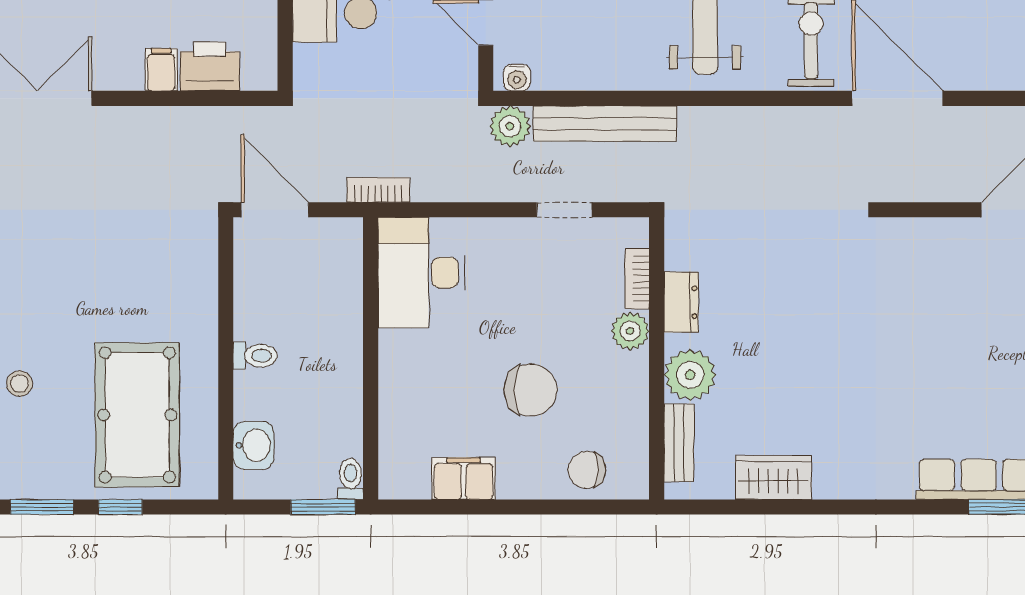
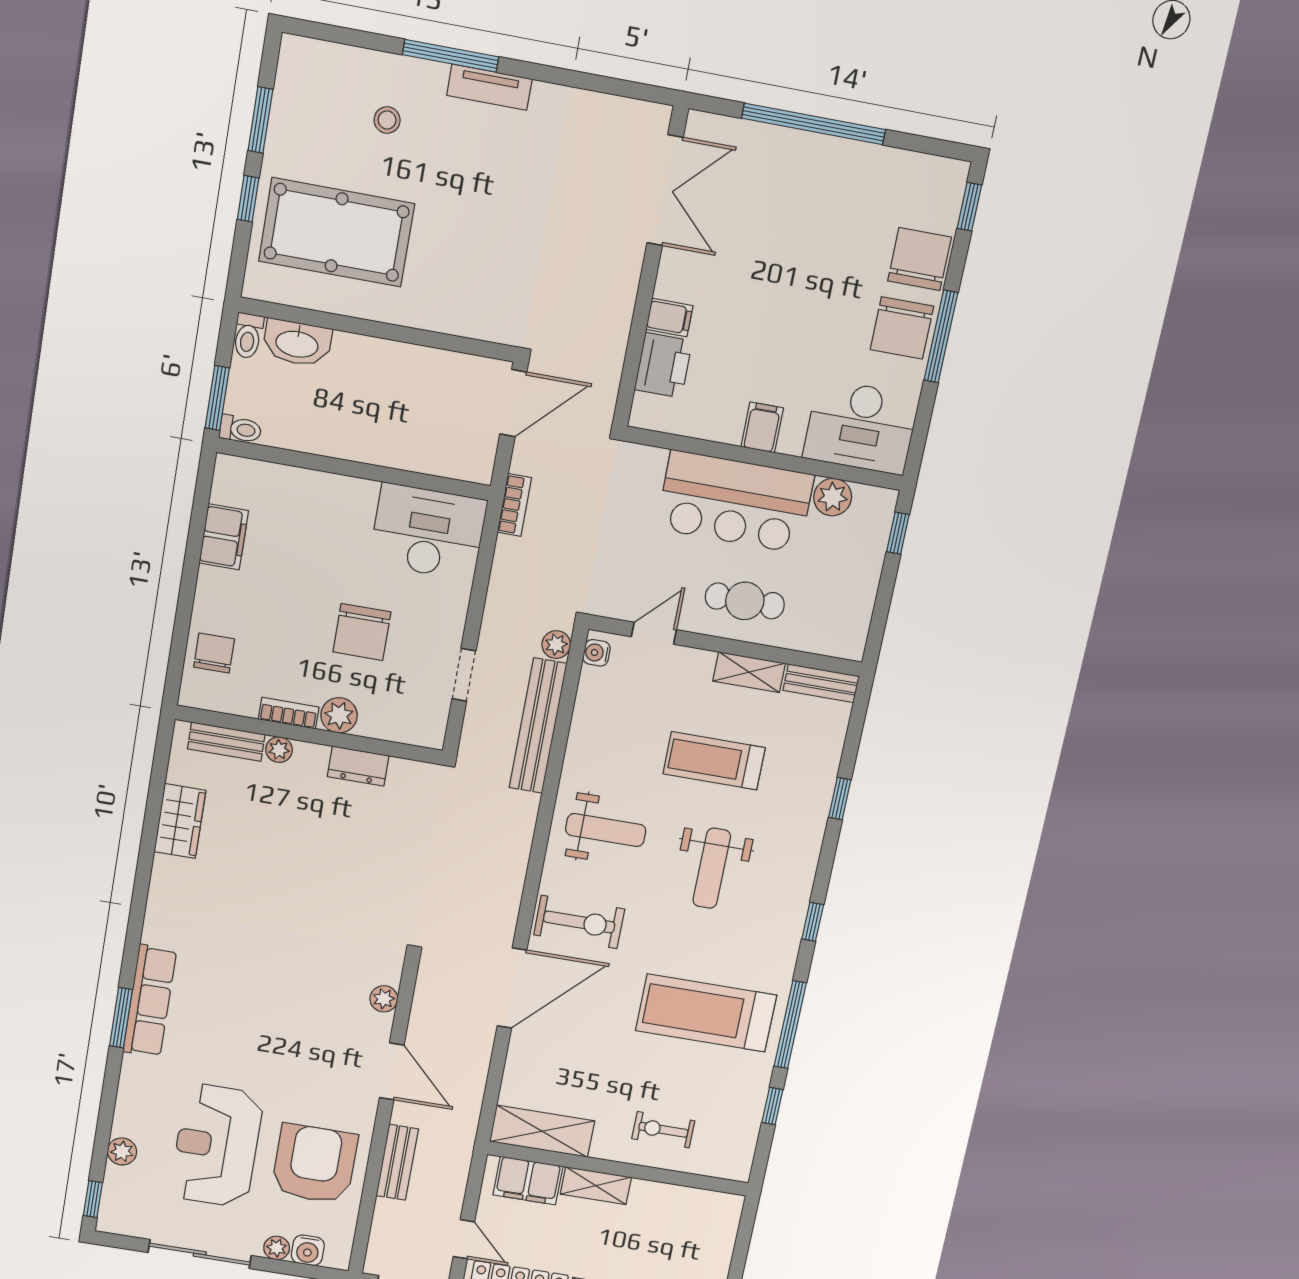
plant: (510, 126) -> (556, 645), width x0.73, depth x0.73
plant: (933, 232) -> (384, 999), added
bookcase: (637, 279) -> (289, 713), moved
toilet: (255, 356) -> (248, 336), moved
plant: (690, 375) -> (279, 750), width x0.53, depth x0.53
chair: (531, 390) -> (362, 632), moved
washbasin: (254, 445) -> (297, 343), width x1.38

